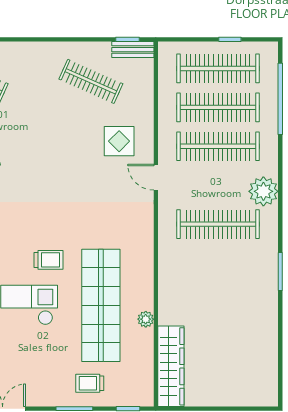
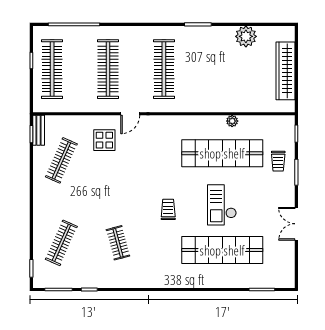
clothes rail: (218, 107) -> (80, 69), removed
plant: (263, 191) -> (246, 36), moved
trolley: (49, 260) -> (168, 209), moved
wardrobe: (171, 366) -> (286, 71), moved, turned -90

